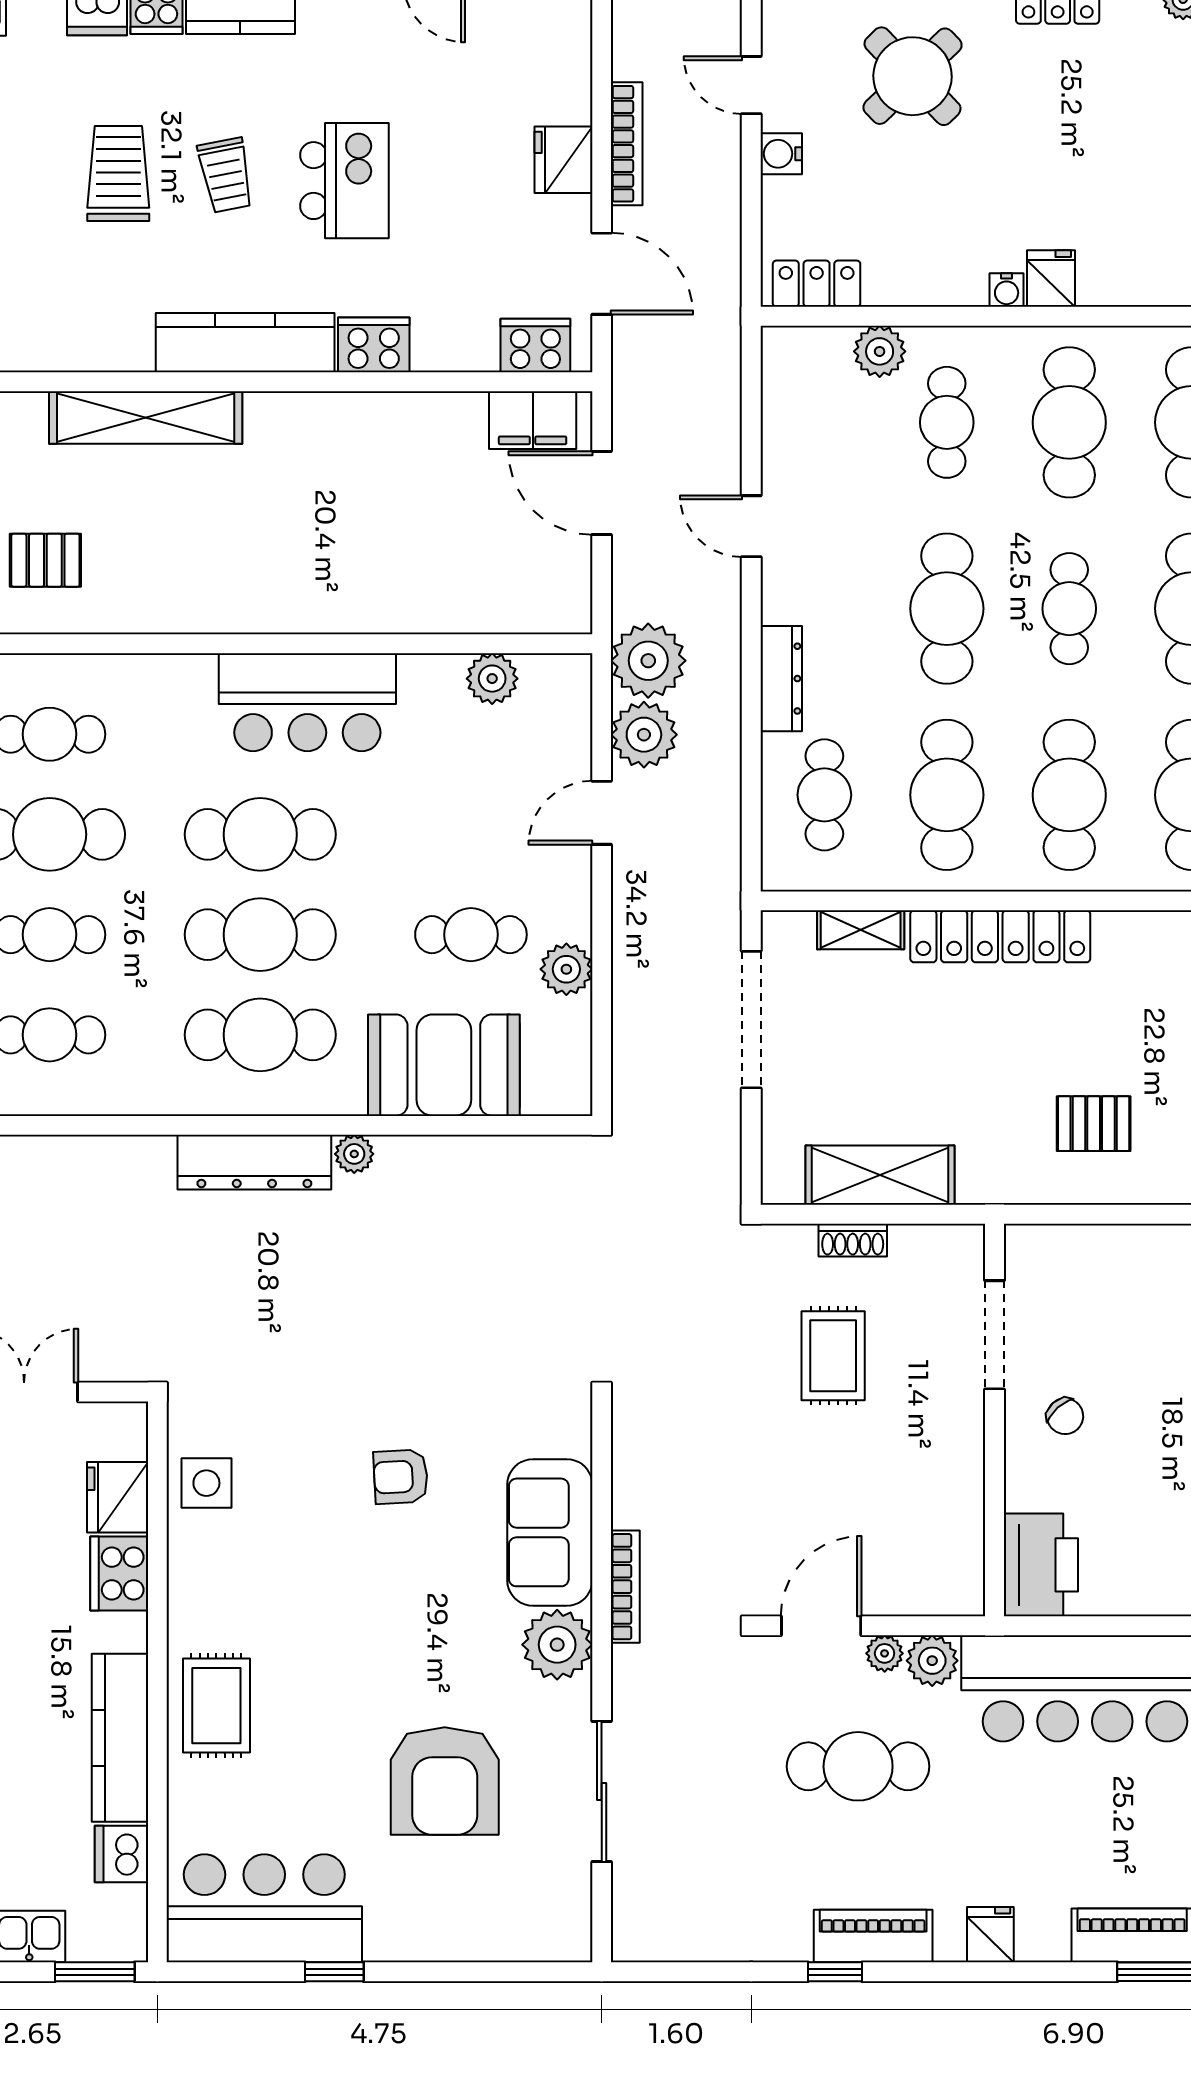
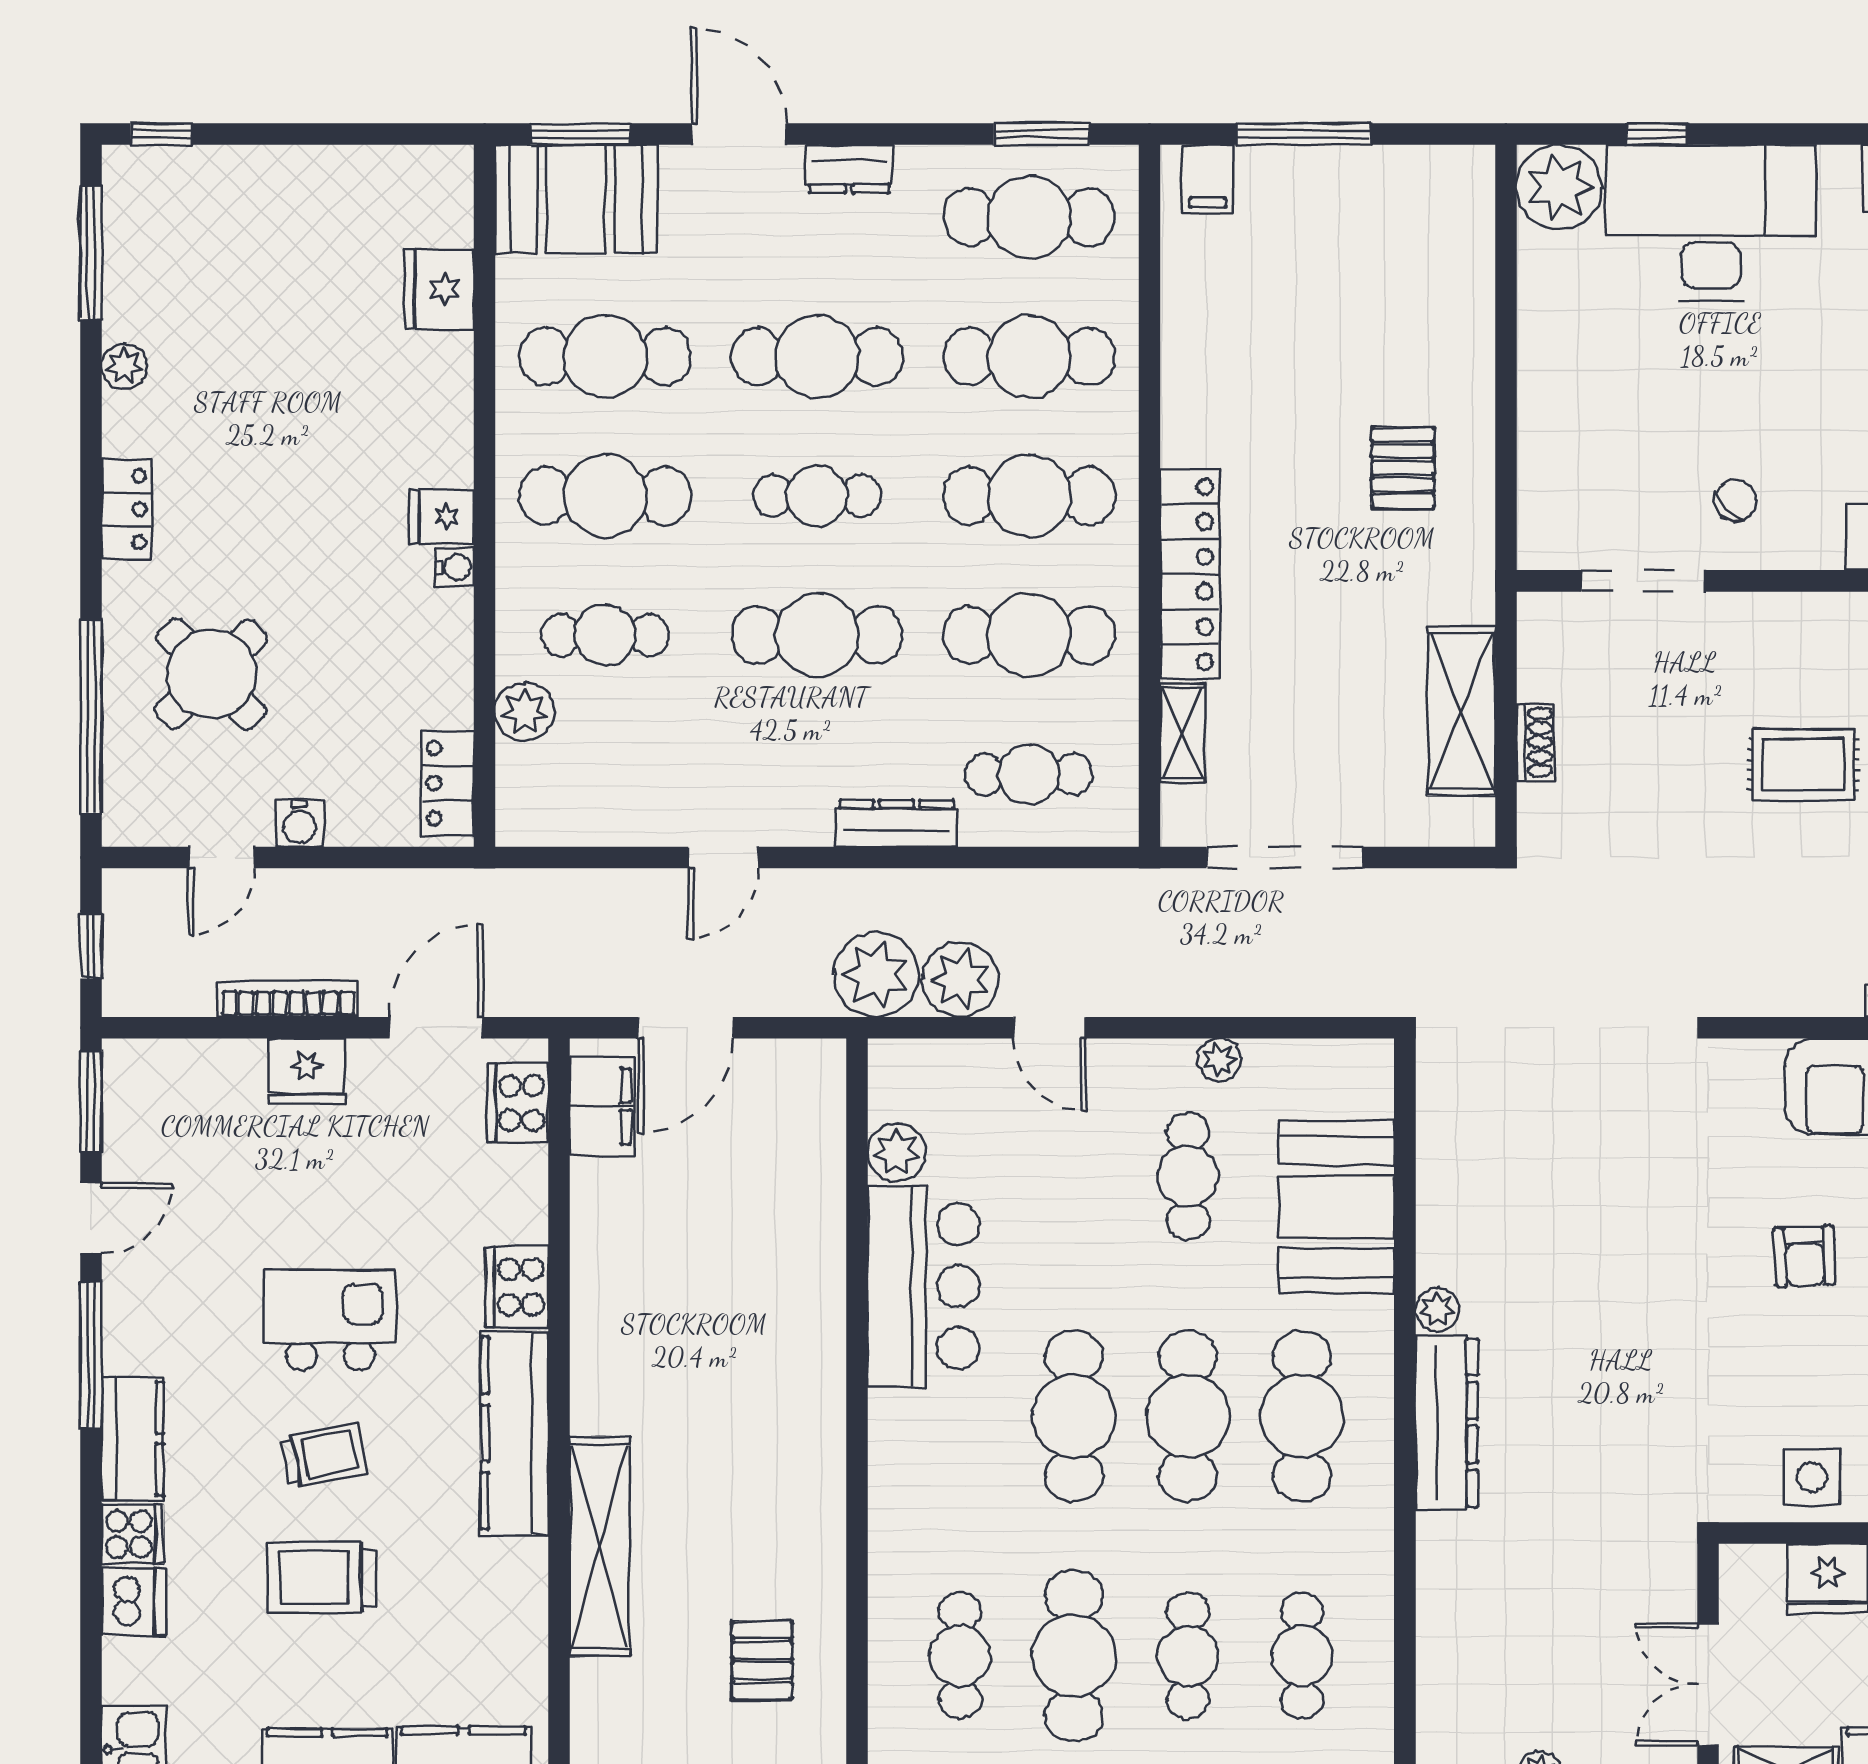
bar counter: (307, 702) -> (924, 1286), moved
plant: (566, 969) -> (1219, 1060), width x0.73, depth x0.73
rug: (833, 1356) -> (1803, 765), moved

